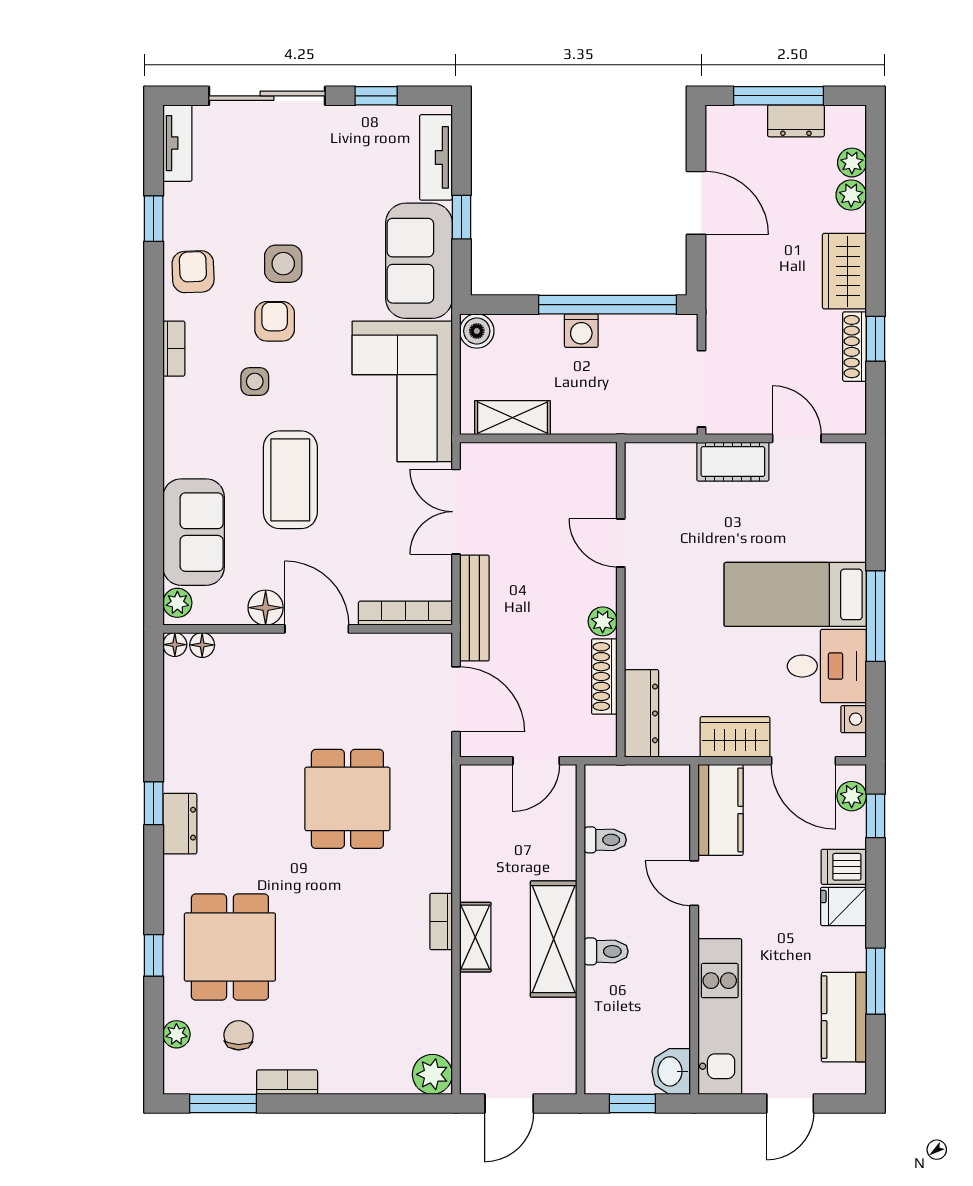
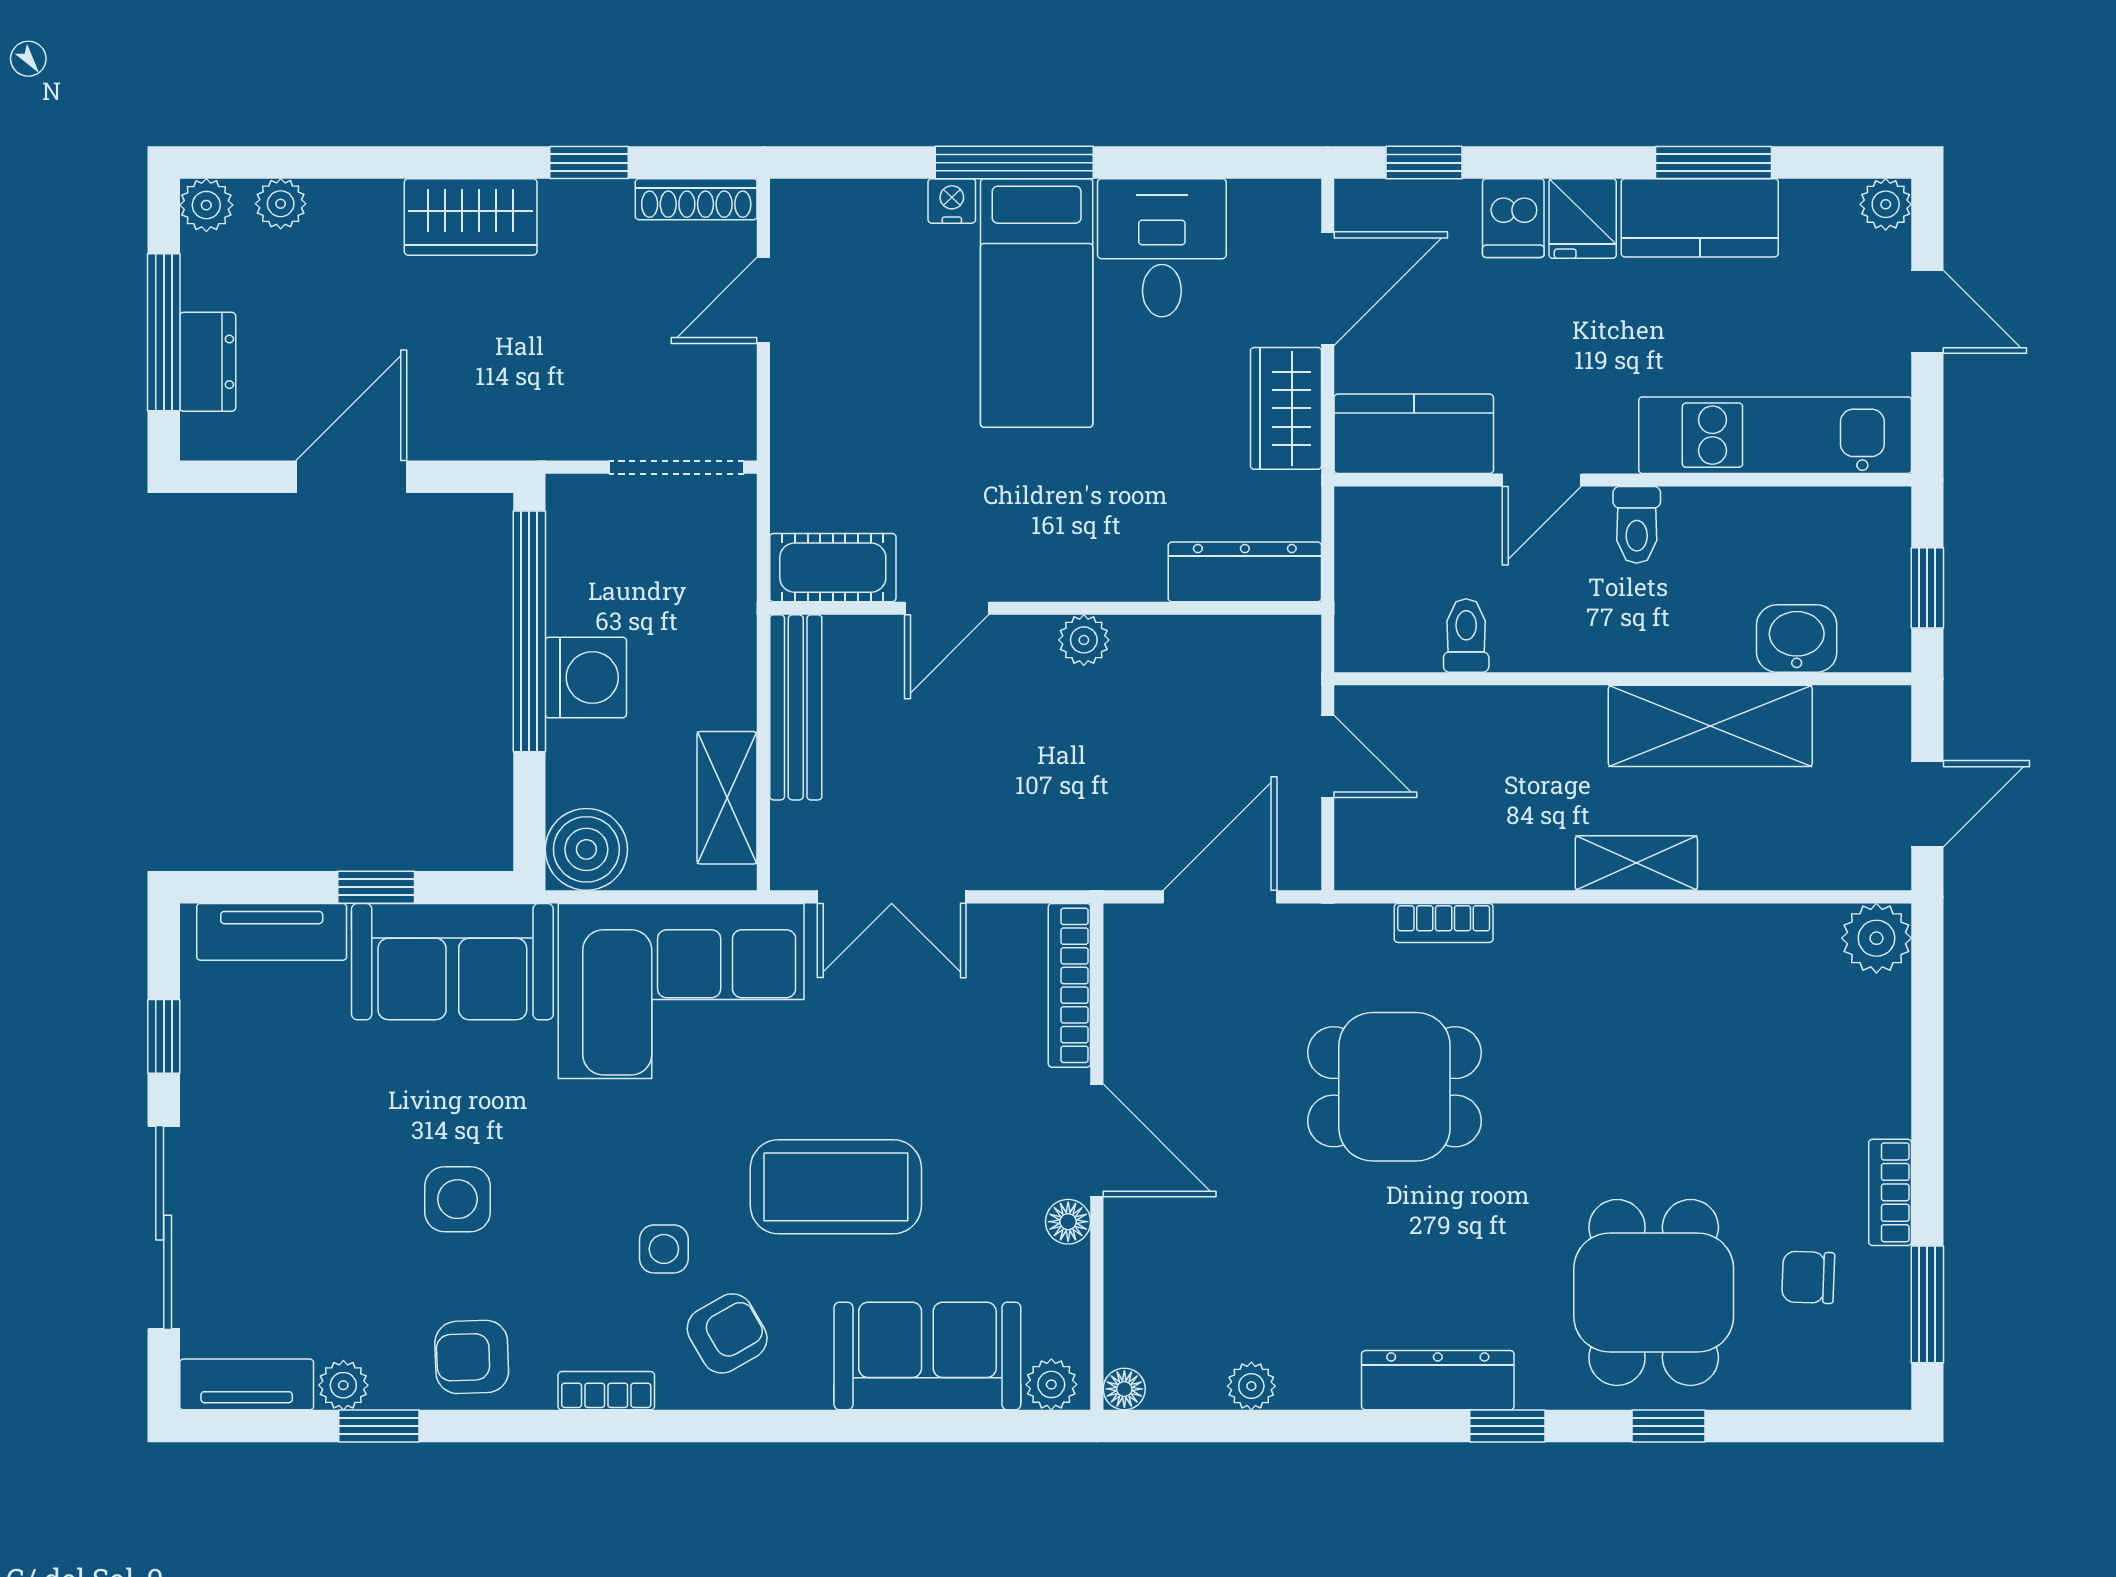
dresser: (796, 121) -> (208, 362), moved
plant: (851, 195) -> (206, 205), moved
plant: (177, 198) -> (343, 1385), added
armchair: (275, 321) -> (727, 1333), moved, turned 150
boiler: (477, 331) -> (586, 849), width x1.36, depth x1.36
washing machine: (581, 331) -> (586, 677), width x1.38, depth x1.38
shoe rack: (855, 347) -> (696, 199), moved
cot: (733, 462) -> (833, 568), moved, turned 90
floor lamp: (266, 608) -> (1068, 1222), width x0.73, depth x0.73
bench: (474, 608) -> (796, 707), moved, turned 90
window: (875, 616) -> (1014, 163), moved
door: (317, 629) -> (1097, 1141), swing flipped
floor lamp: (202, 645) -> (1125, 1341), removed
shoe rack: (604, 677) -> (1180, 637), removed
nightstand: (854, 719) -> (952, 201), moved
plant: (852, 796) -> (1886, 204), moved
window: (154, 803) -> (1507, 1426), moved
dresser: (180, 824) -> (1438, 1380), width x1.44
bookcase: (441, 922) -> (1444, 923), moved
shelving: (554, 939) -> (1710, 726), moved
dining table: (230, 947) -> (1654, 1292), turned 90
toilet: (606, 951) -> (1637, 525), moved, turned 180
kitchen counter: (844, 1017) -> (1700, 218), moved
plant: (176, 1034) -> (1251, 1386), moved
washbasin: (671, 1071) -> (1797, 639), moved, turned 180
door: (509, 1103) -> (1927, 804), hinge flipped

